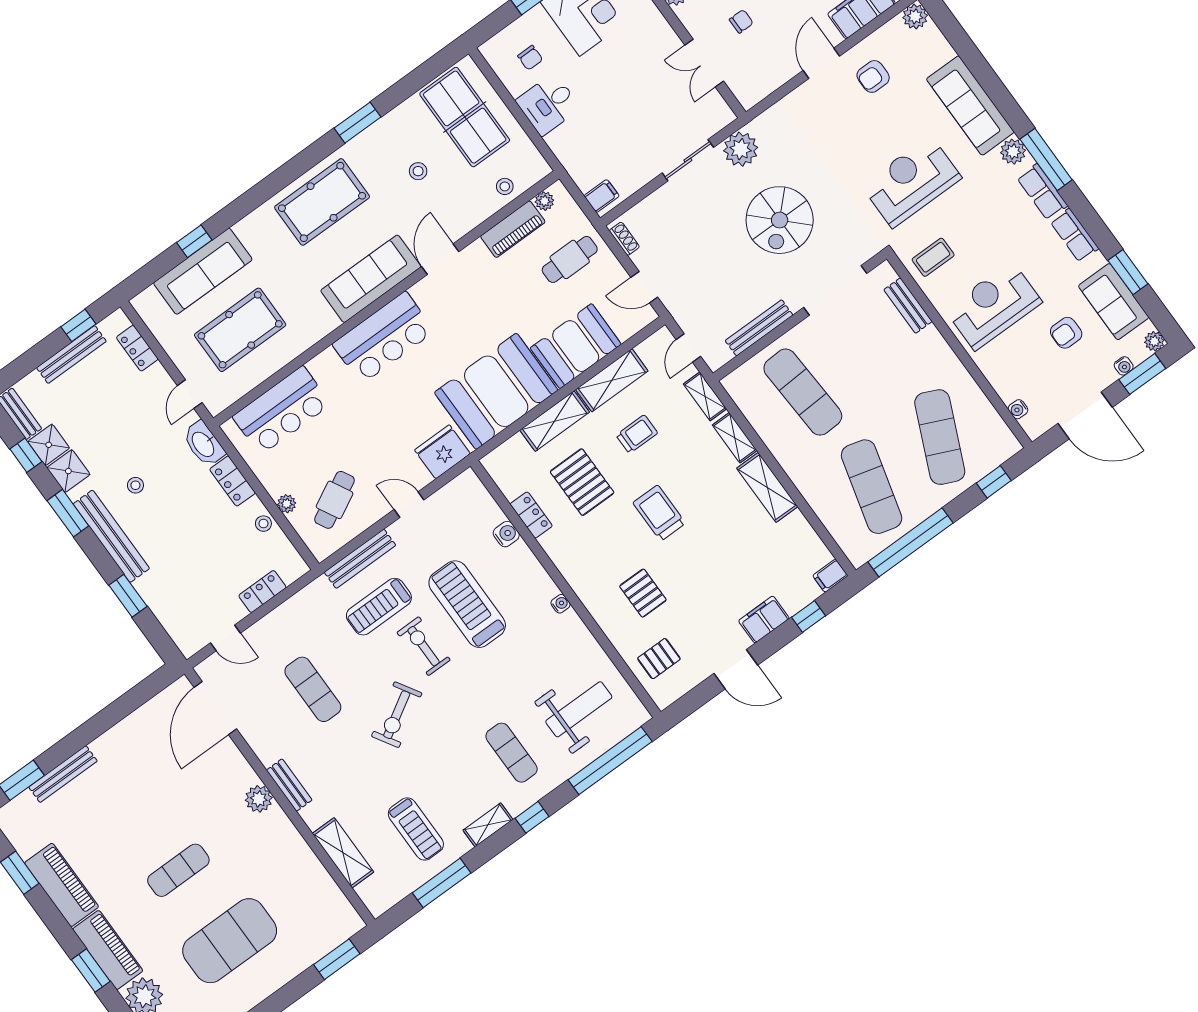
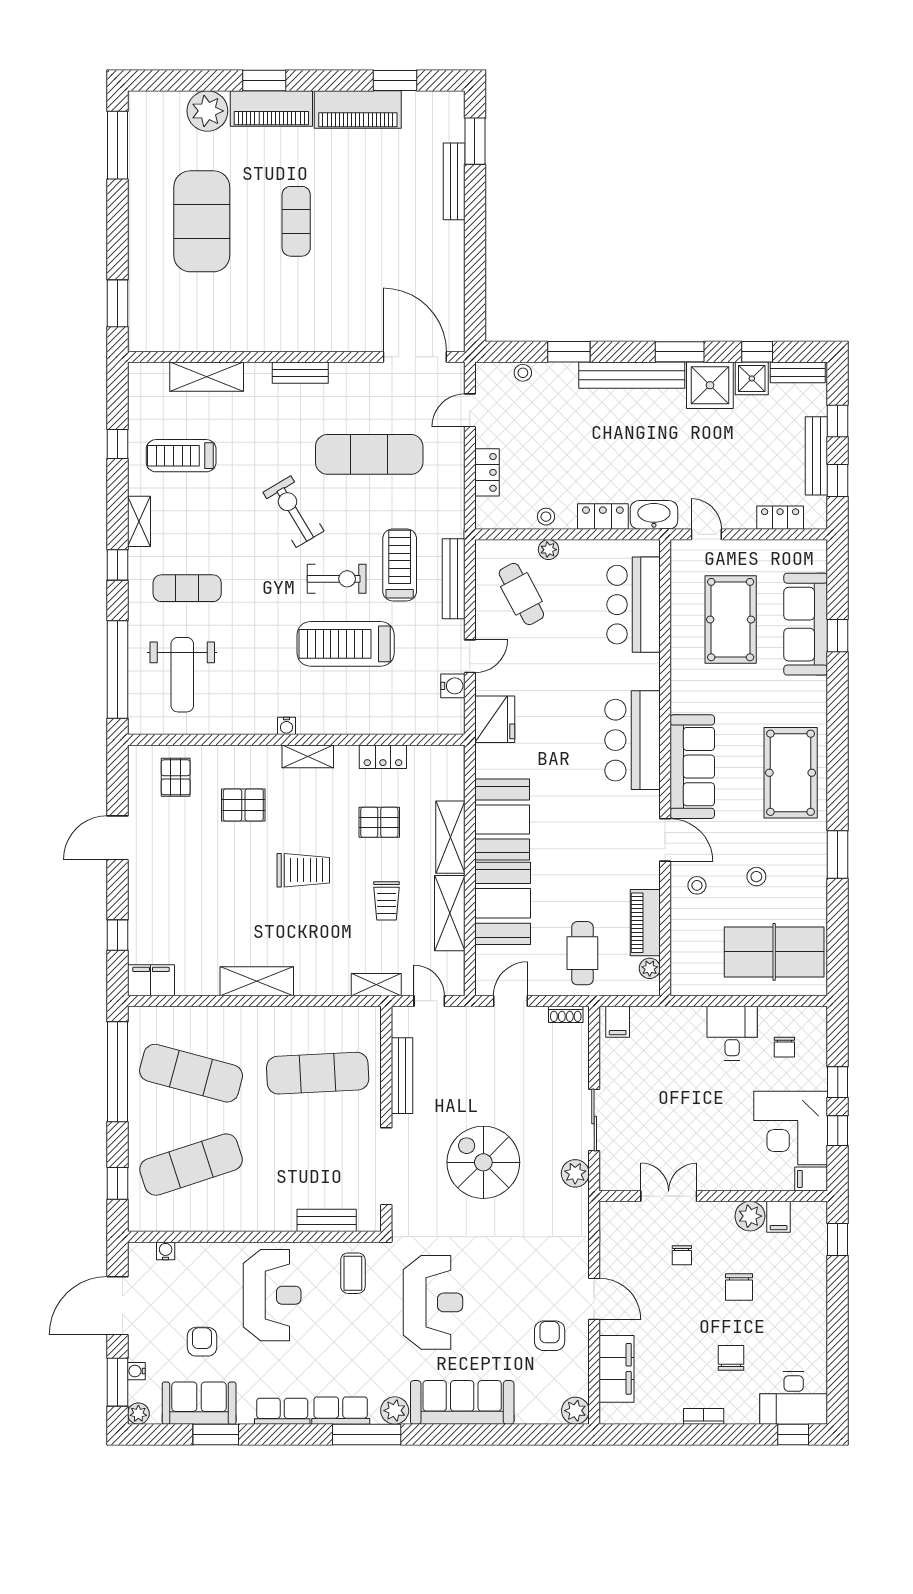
chair: (530, 58) -> (784, 1047), turned -90
plant: (741, 149) -> (575, 1173), width x0.73, depth x0.73
stool: (505, 186) -> (697, 885), moved
window: (34, 358) -> (838, 421), added
booth: (496, 391) -> (502, 819), width x0.73, depth x0.70
exercise mat: (940, 437) -> (191, 1165), turned -42
shelving: (735, 438) -> (308, 756), moved
shower: (68, 471) -> (710, 385), width x1.36, depth x1.36
pallet: (582, 482) -> (379, 822), width x0.67, depth x0.71
stool: (135, 485) -> (523, 373), moved
water cooler: (506, 534) -> (453, 686), moved, turned -90
filing cabinet: (830, 576) -> (151, 980), width x2.00
treadmill: (467, 604) -> (346, 644), turned 180
filing cabinet: (764, 620) -> (143, 894), removed
exercise mat: (313, 689) -> (369, 454), width x1.36, depth x1.45
plant: (259, 799) -> (308, 337), removed
window: (442, 883) -> (117, 444), width x0.46

